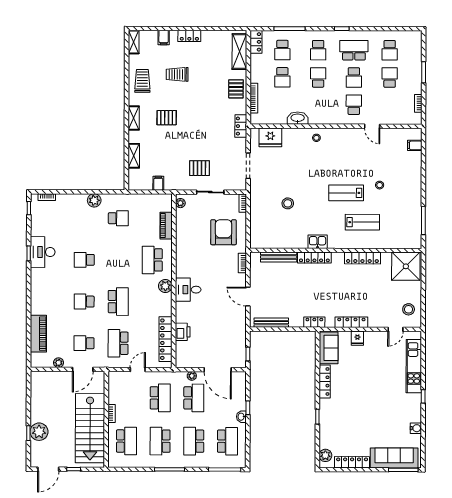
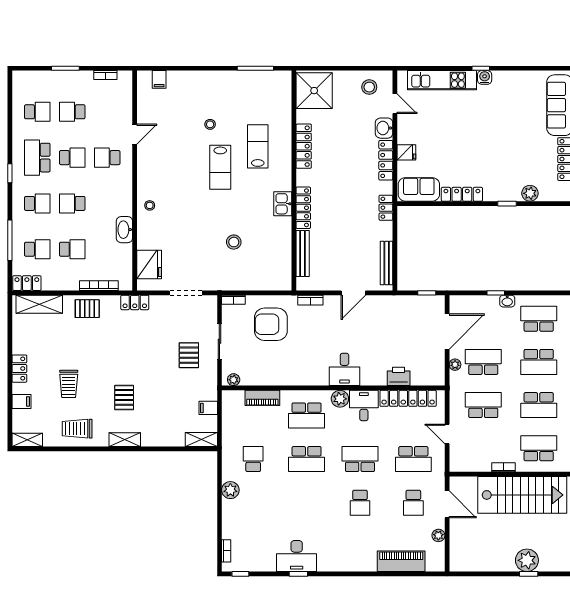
shelving: (134, 156) -> (201, 440), moved
school desk: (84, 260) -> (307, 459), moved, width x1.85
desk: (160, 305) -> (364, 406), added
washbasin: (376, 321) -> (384, 128), added
water cooler: (416, 428) -> (485, 77), moved
plant: (325, 455) -> (530, 193), moved

